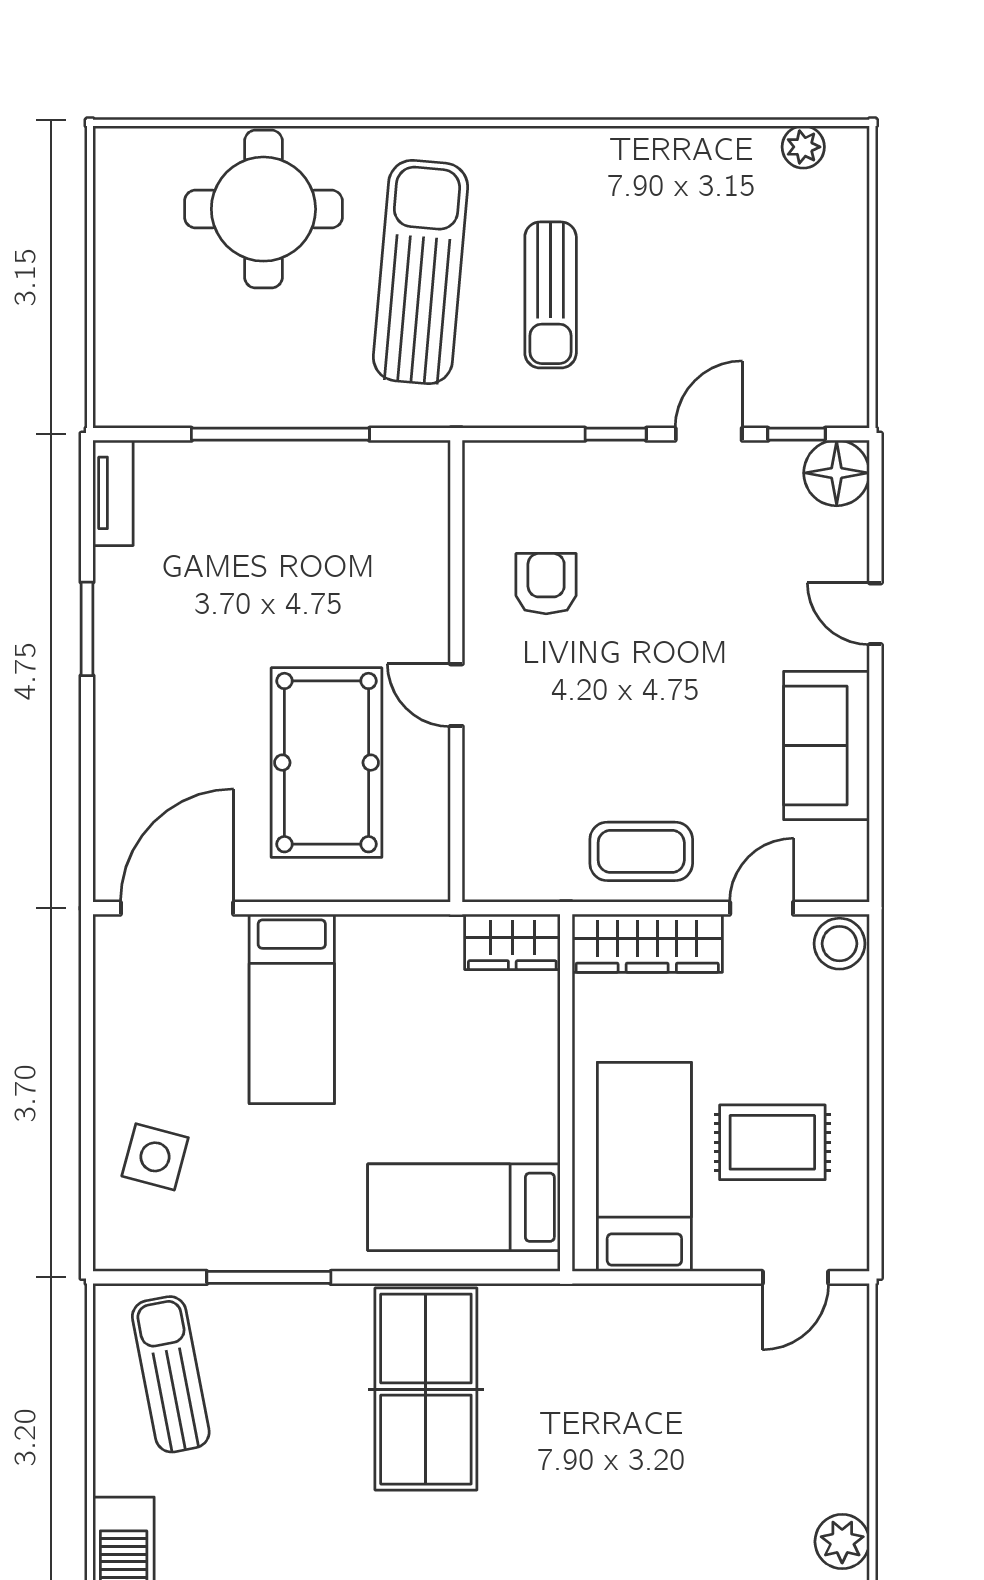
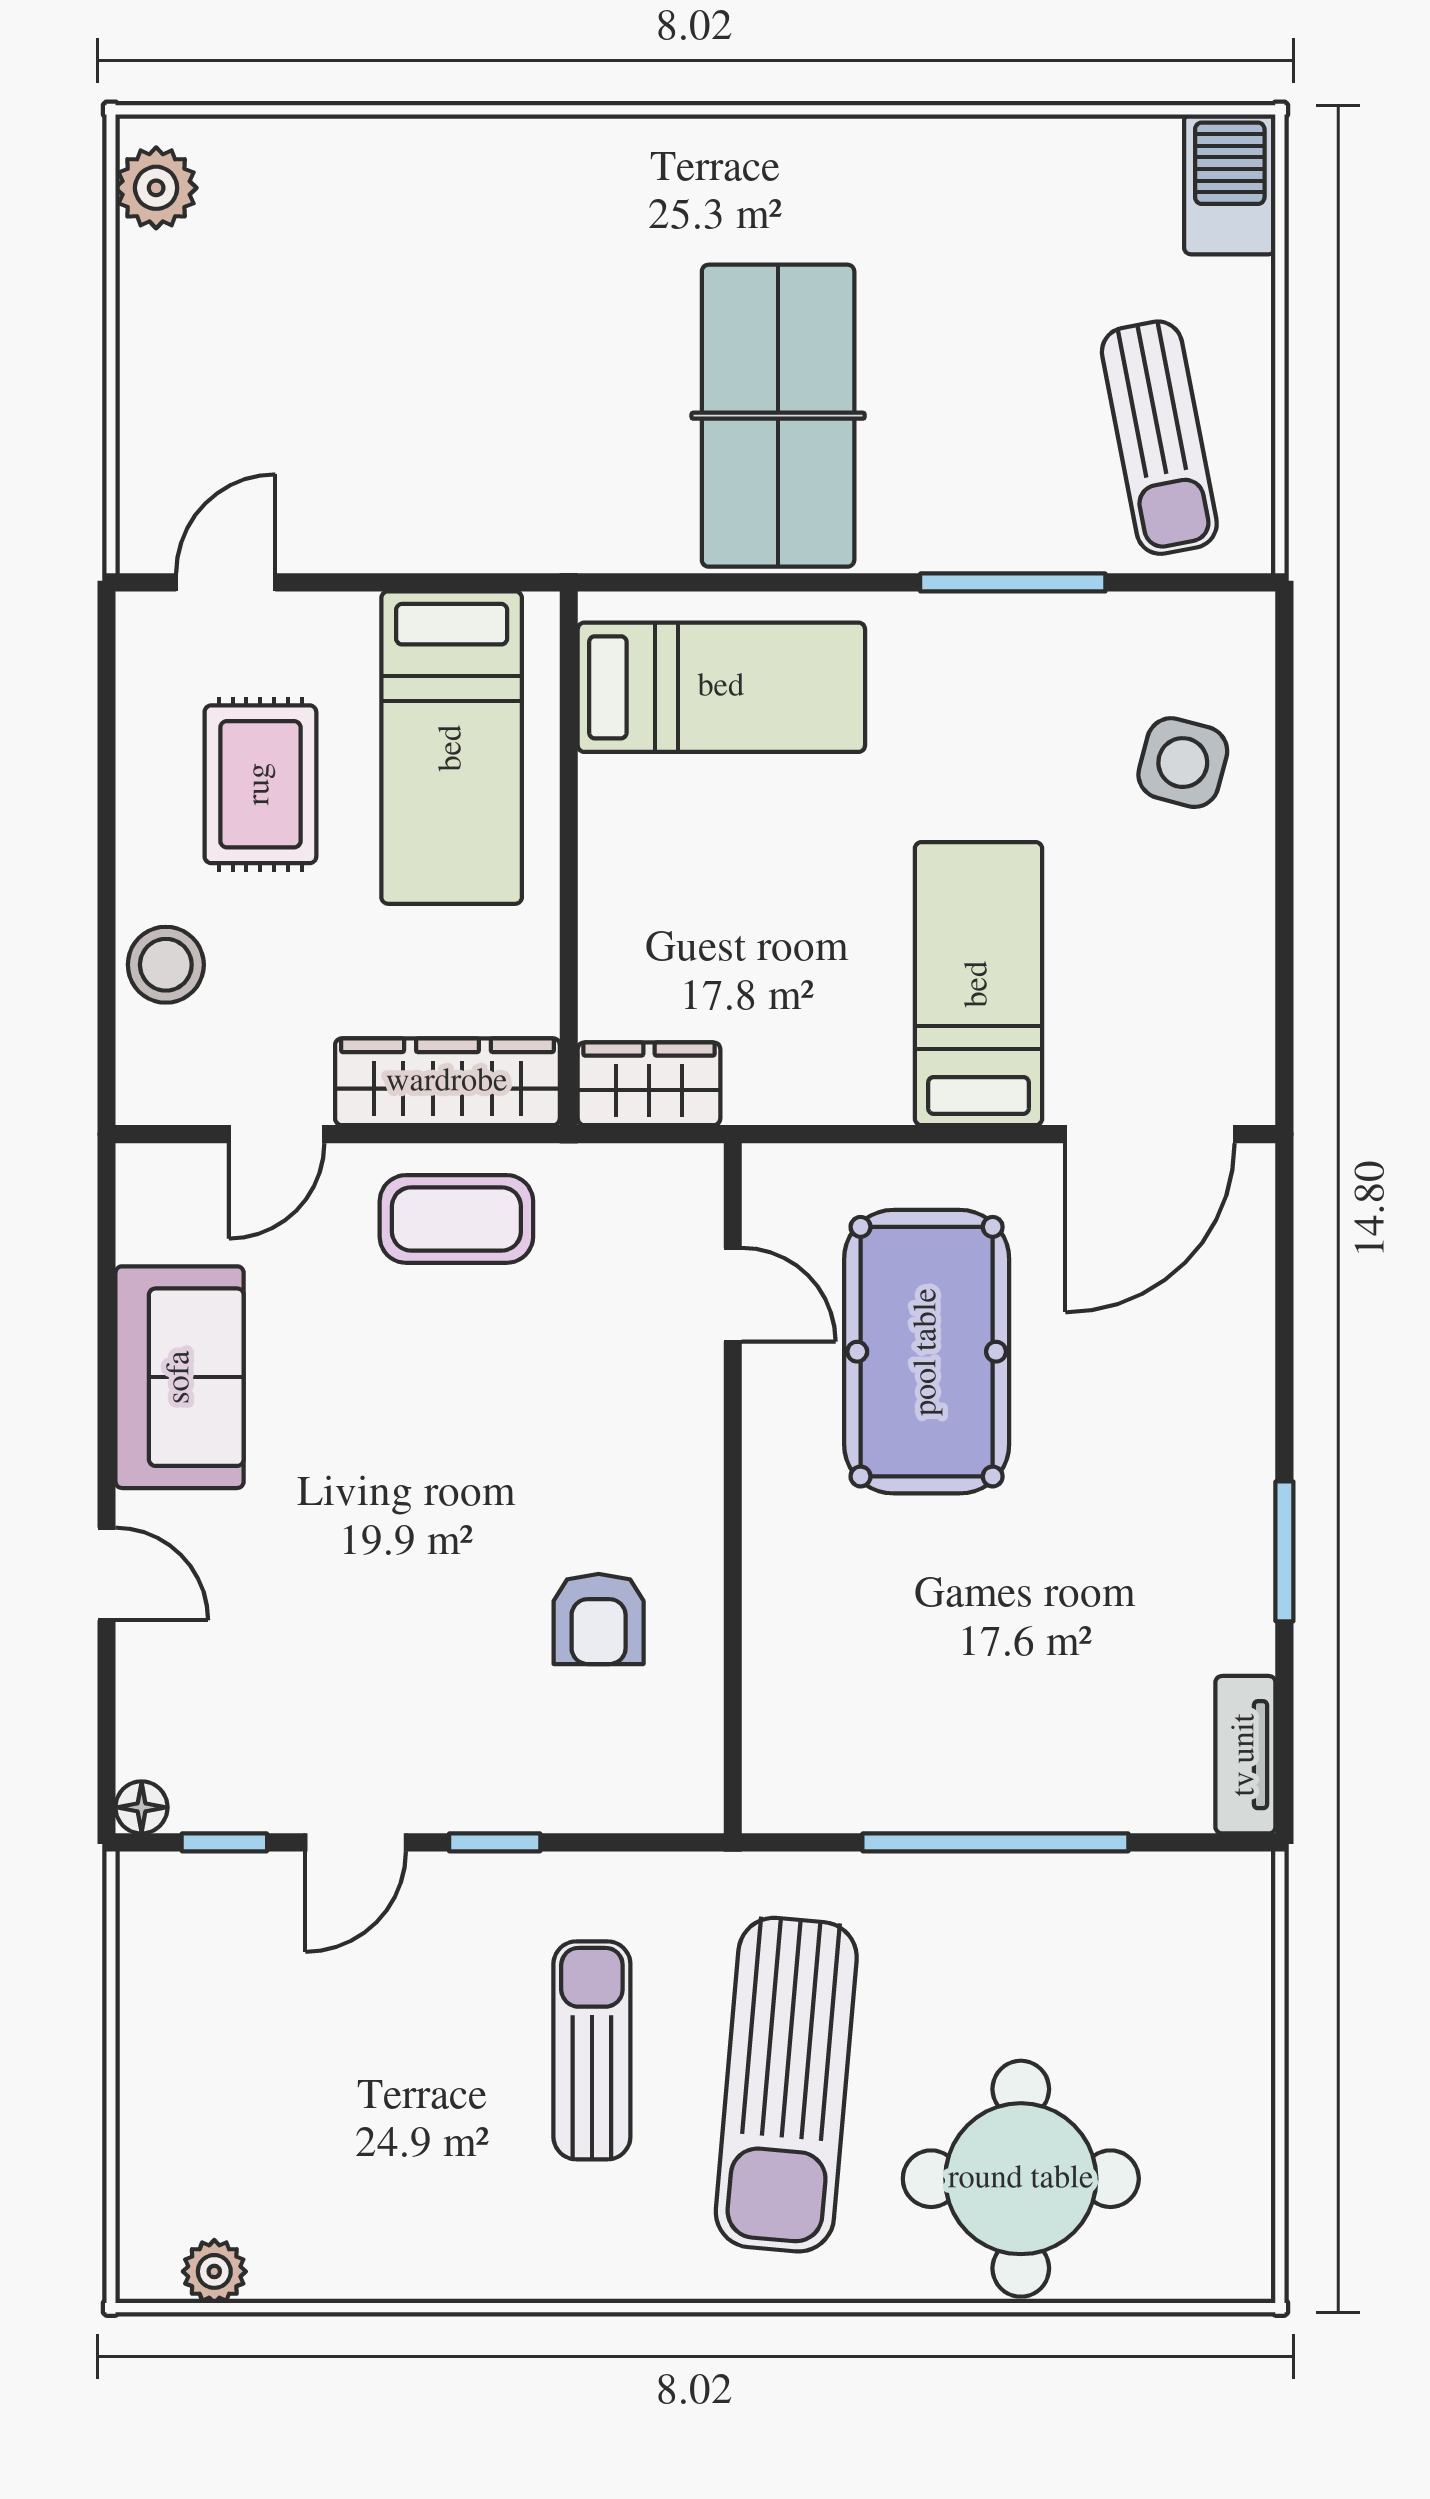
floor lamp: (837, 473) -> (142, 1807), width x0.53, depth x0.53
door: (456, 695) -> (733, 1295), moved
stool: (839, 944) -> (166, 965), moved
rug: (772, 1142) -> (260, 784), turned 90

